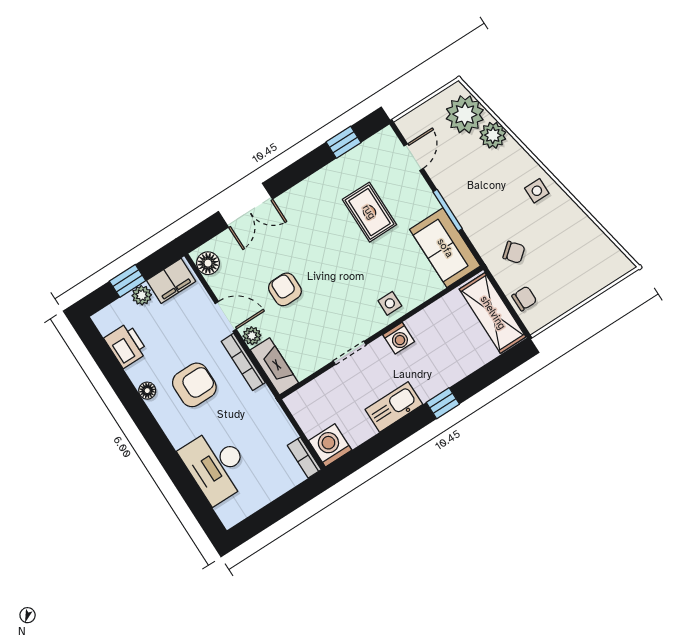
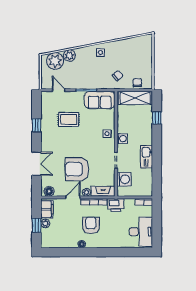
window: (344, 142) -> (37, 125), moved
armchair: (285, 289) -> (77, 169), width x1.88, depth x1.88
printer: (126, 345) -> (116, 205), moved, turned 180
window: (443, 403) -> (157, 118), moved
washing machine: (330, 445) -> (124, 179), moved, turned 180
desk: (216, 465) -> (141, 232), moved, turned -90

